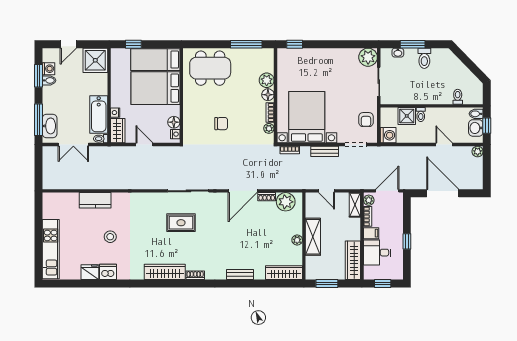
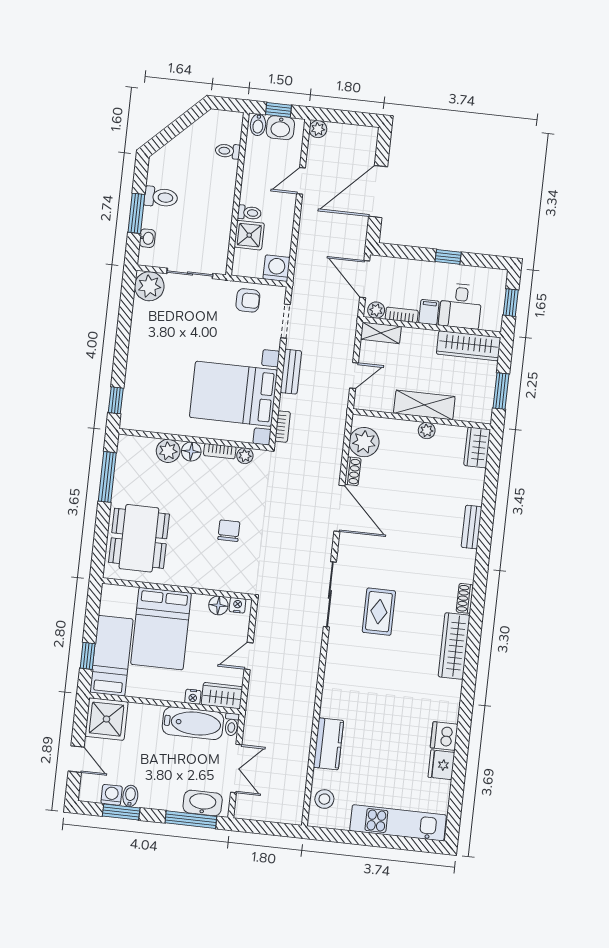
bed: (155, 60) -> (111, 656), moved, turned 180
stool: (110, 237) -> (324, 799), moved
wardrobe: (284, 273) -> (477, 447), width x0.67

